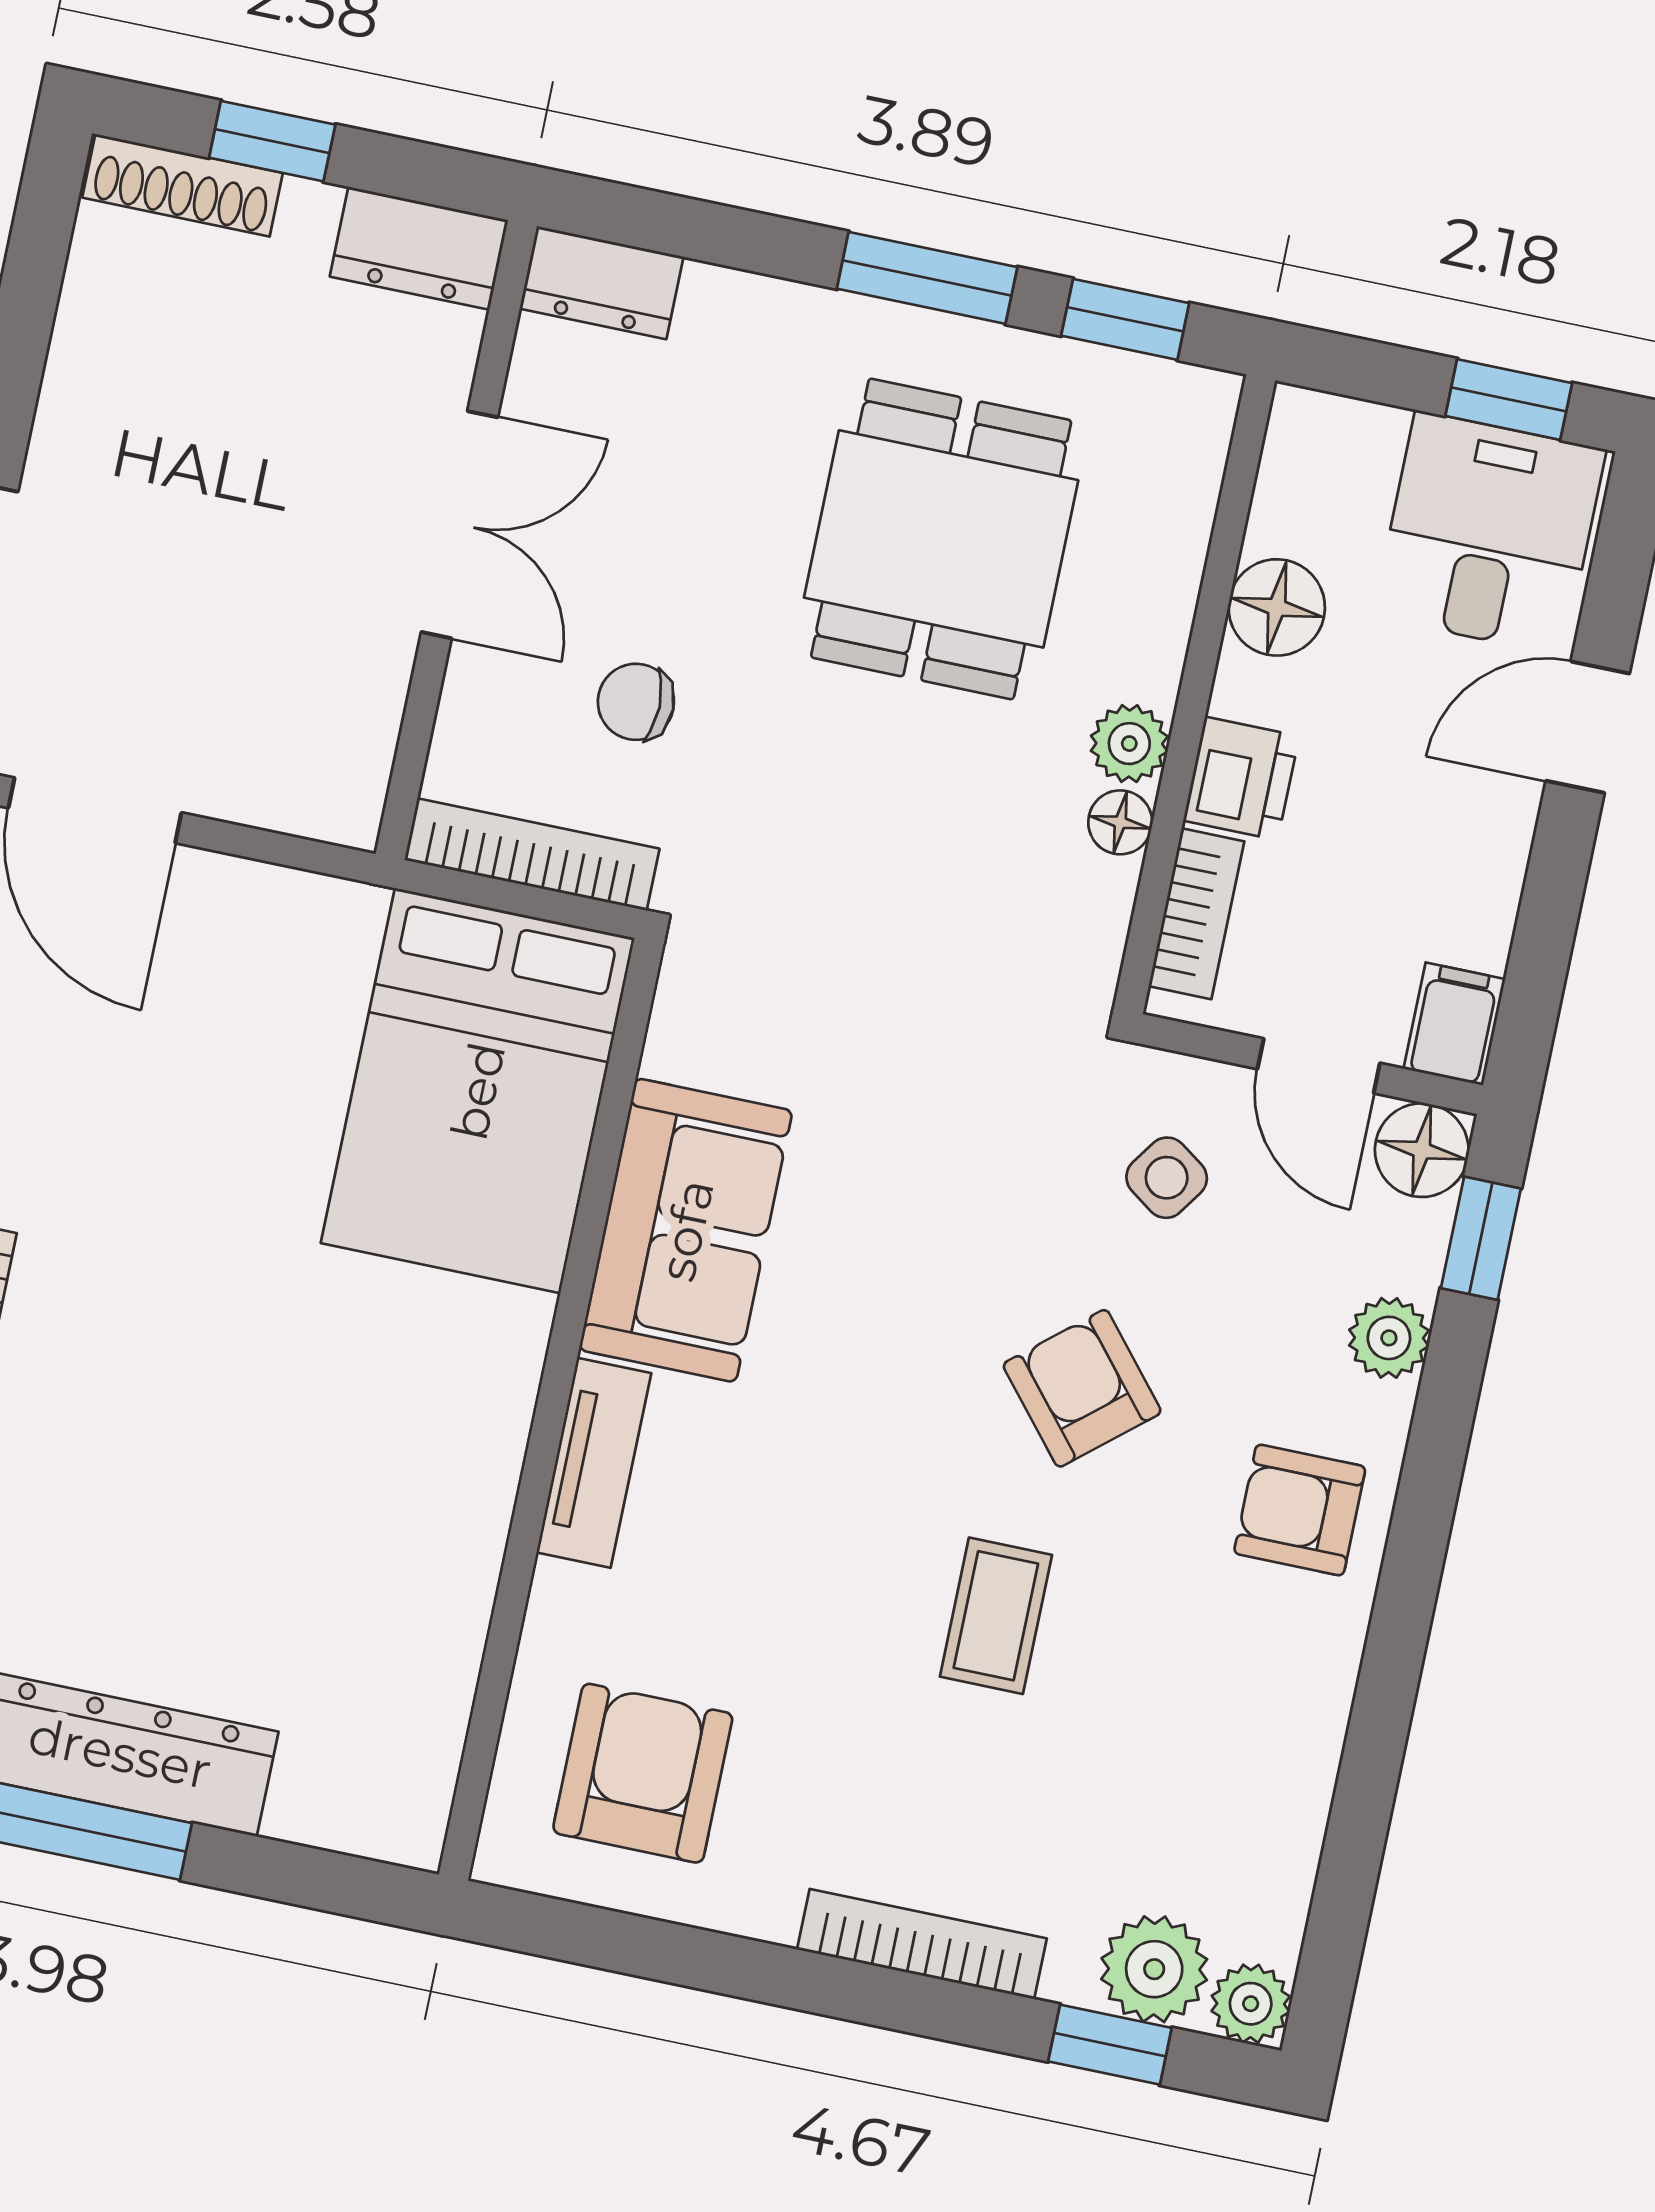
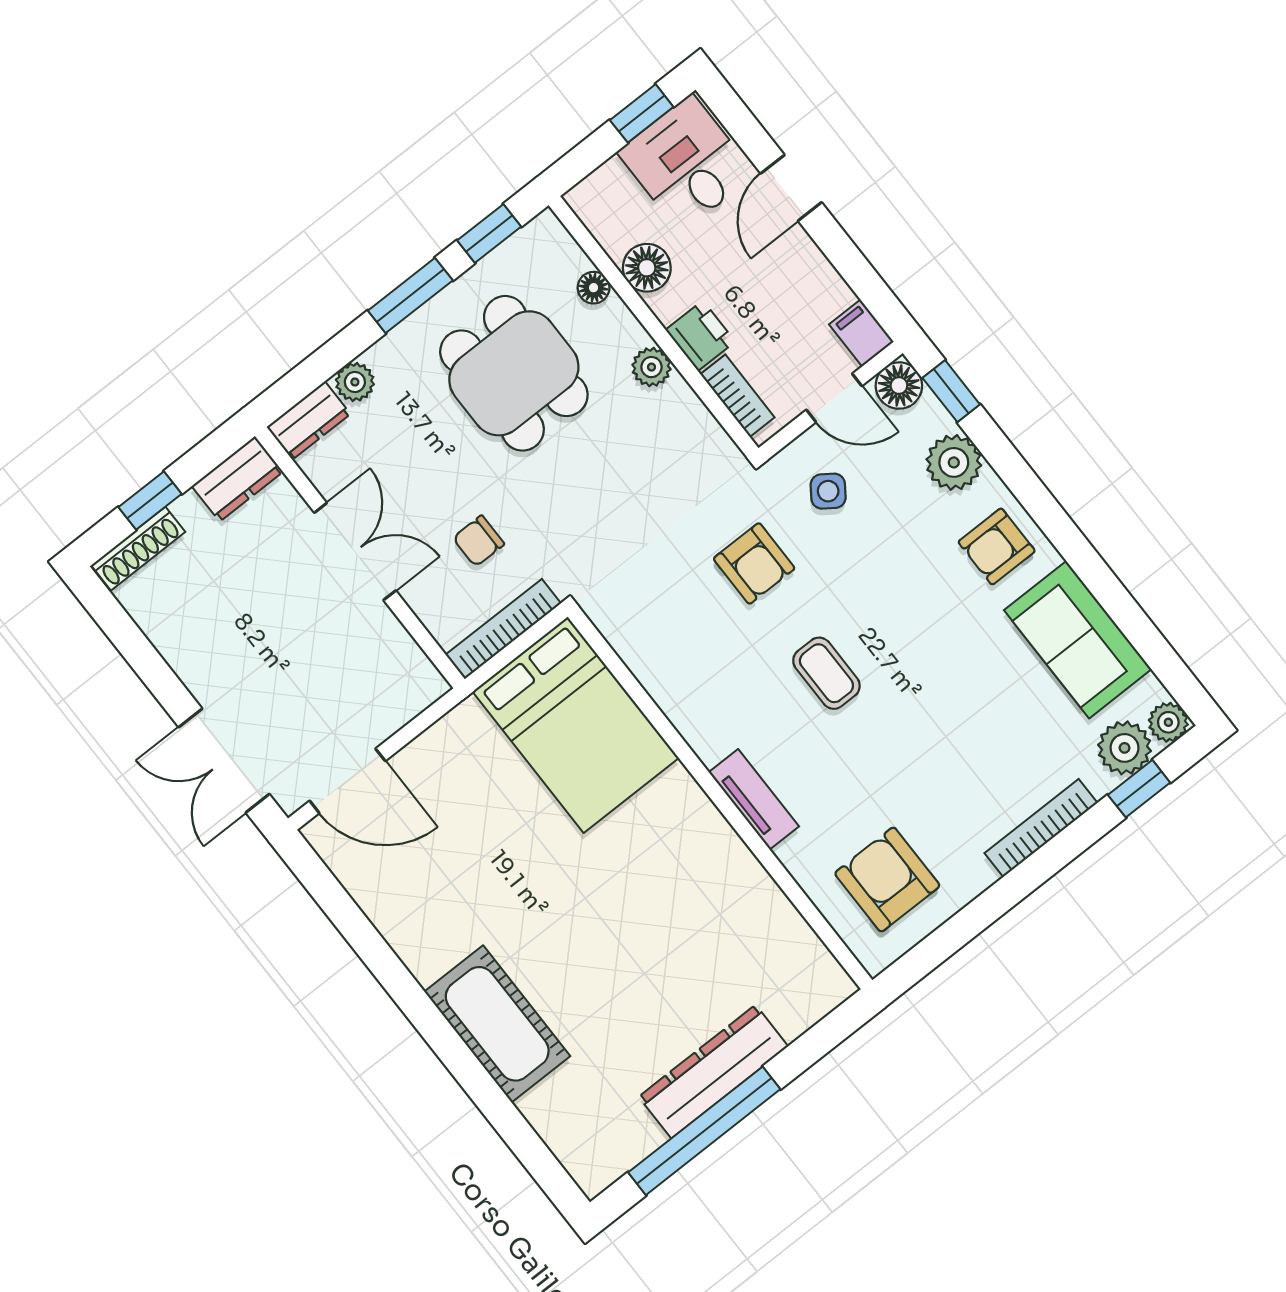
plant: (721, 304) -> (355, 382), added
floor lamp: (1120, 822) -> (594, 288), moved
sofa: (686, 1230) -> (1078, 640), moved, turned 180
plant: (1389, 1338) -> (954, 462), width x1.38, depth x1.38
armchair: (1082, 1388) -> (754, 563), moved, turned -140
coffee table: (996, 1616) -> (826, 673), moved

